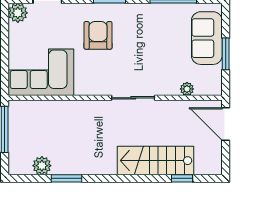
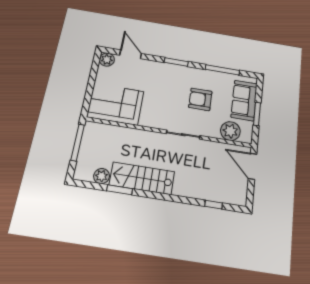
armchair: (98, 35) -> (200, 99), moved, turned -90
plant: (187, 89) -> (230, 131), width x1.87, depth x1.87
stairs: (156, 161) -> (142, 178), moved

